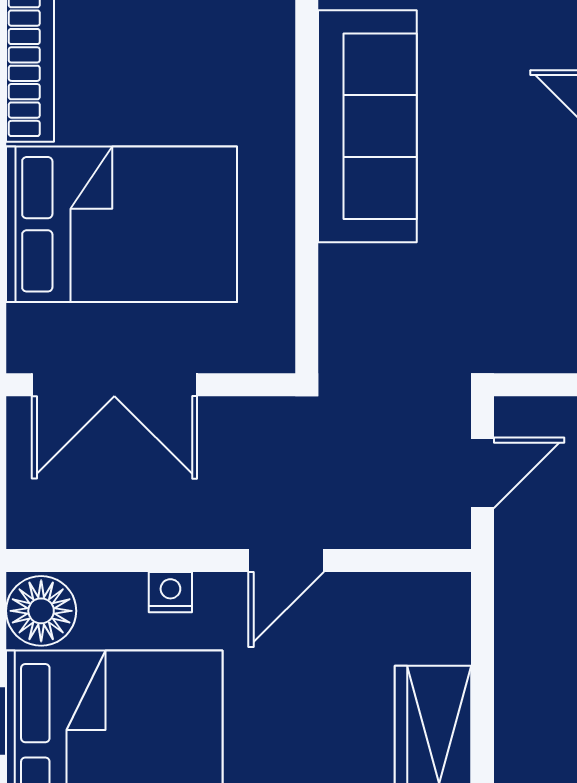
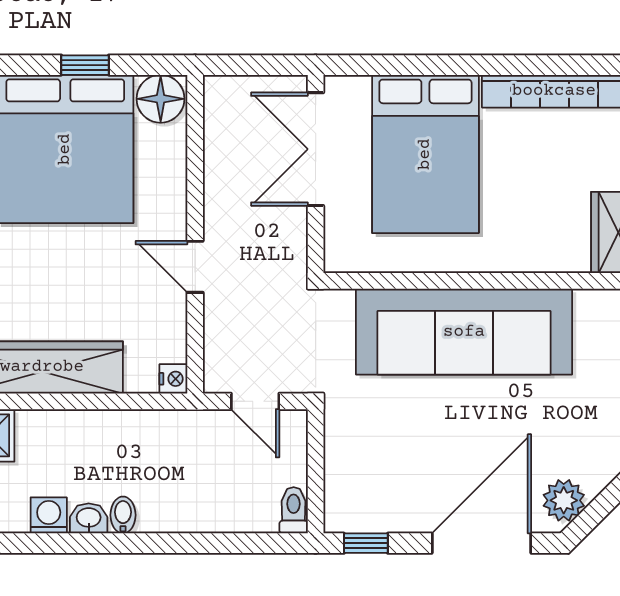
sofa: (367, 126) -> (464, 332), width x1.36, depth x1.27
nightstand: (170, 592) -> (173, 379), moved

